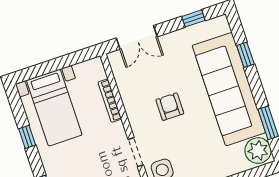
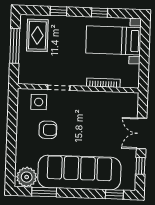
double door: (137, 37) -> (142, 134), moved
window: (245, 55) -> (114, 194), moved
armchair: (170, 107) -> (48, 130), moved

